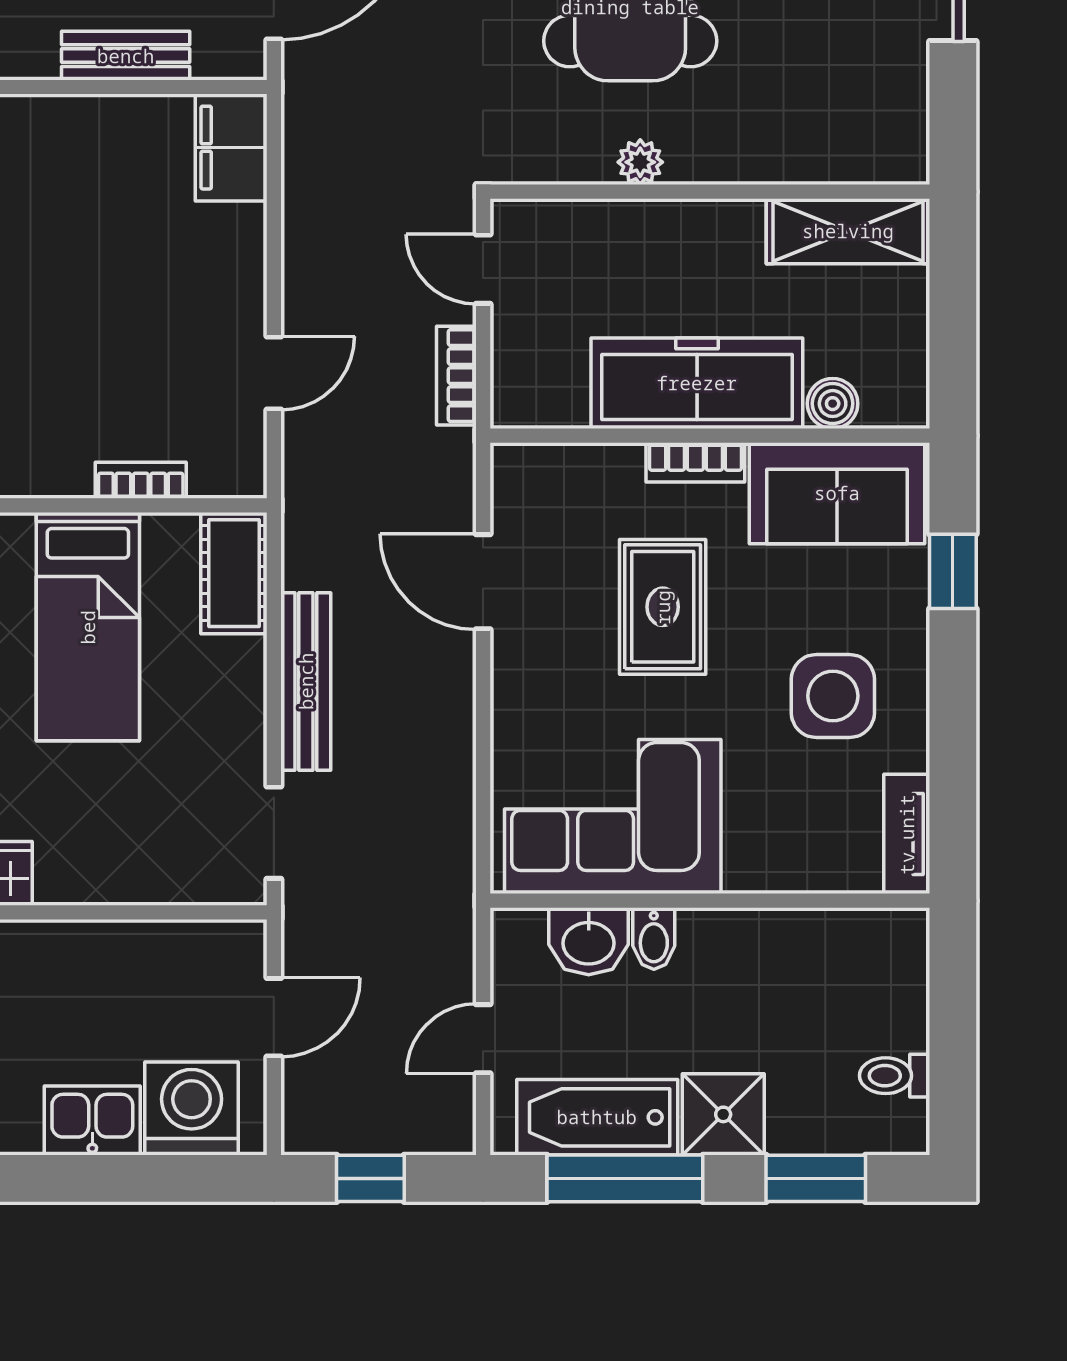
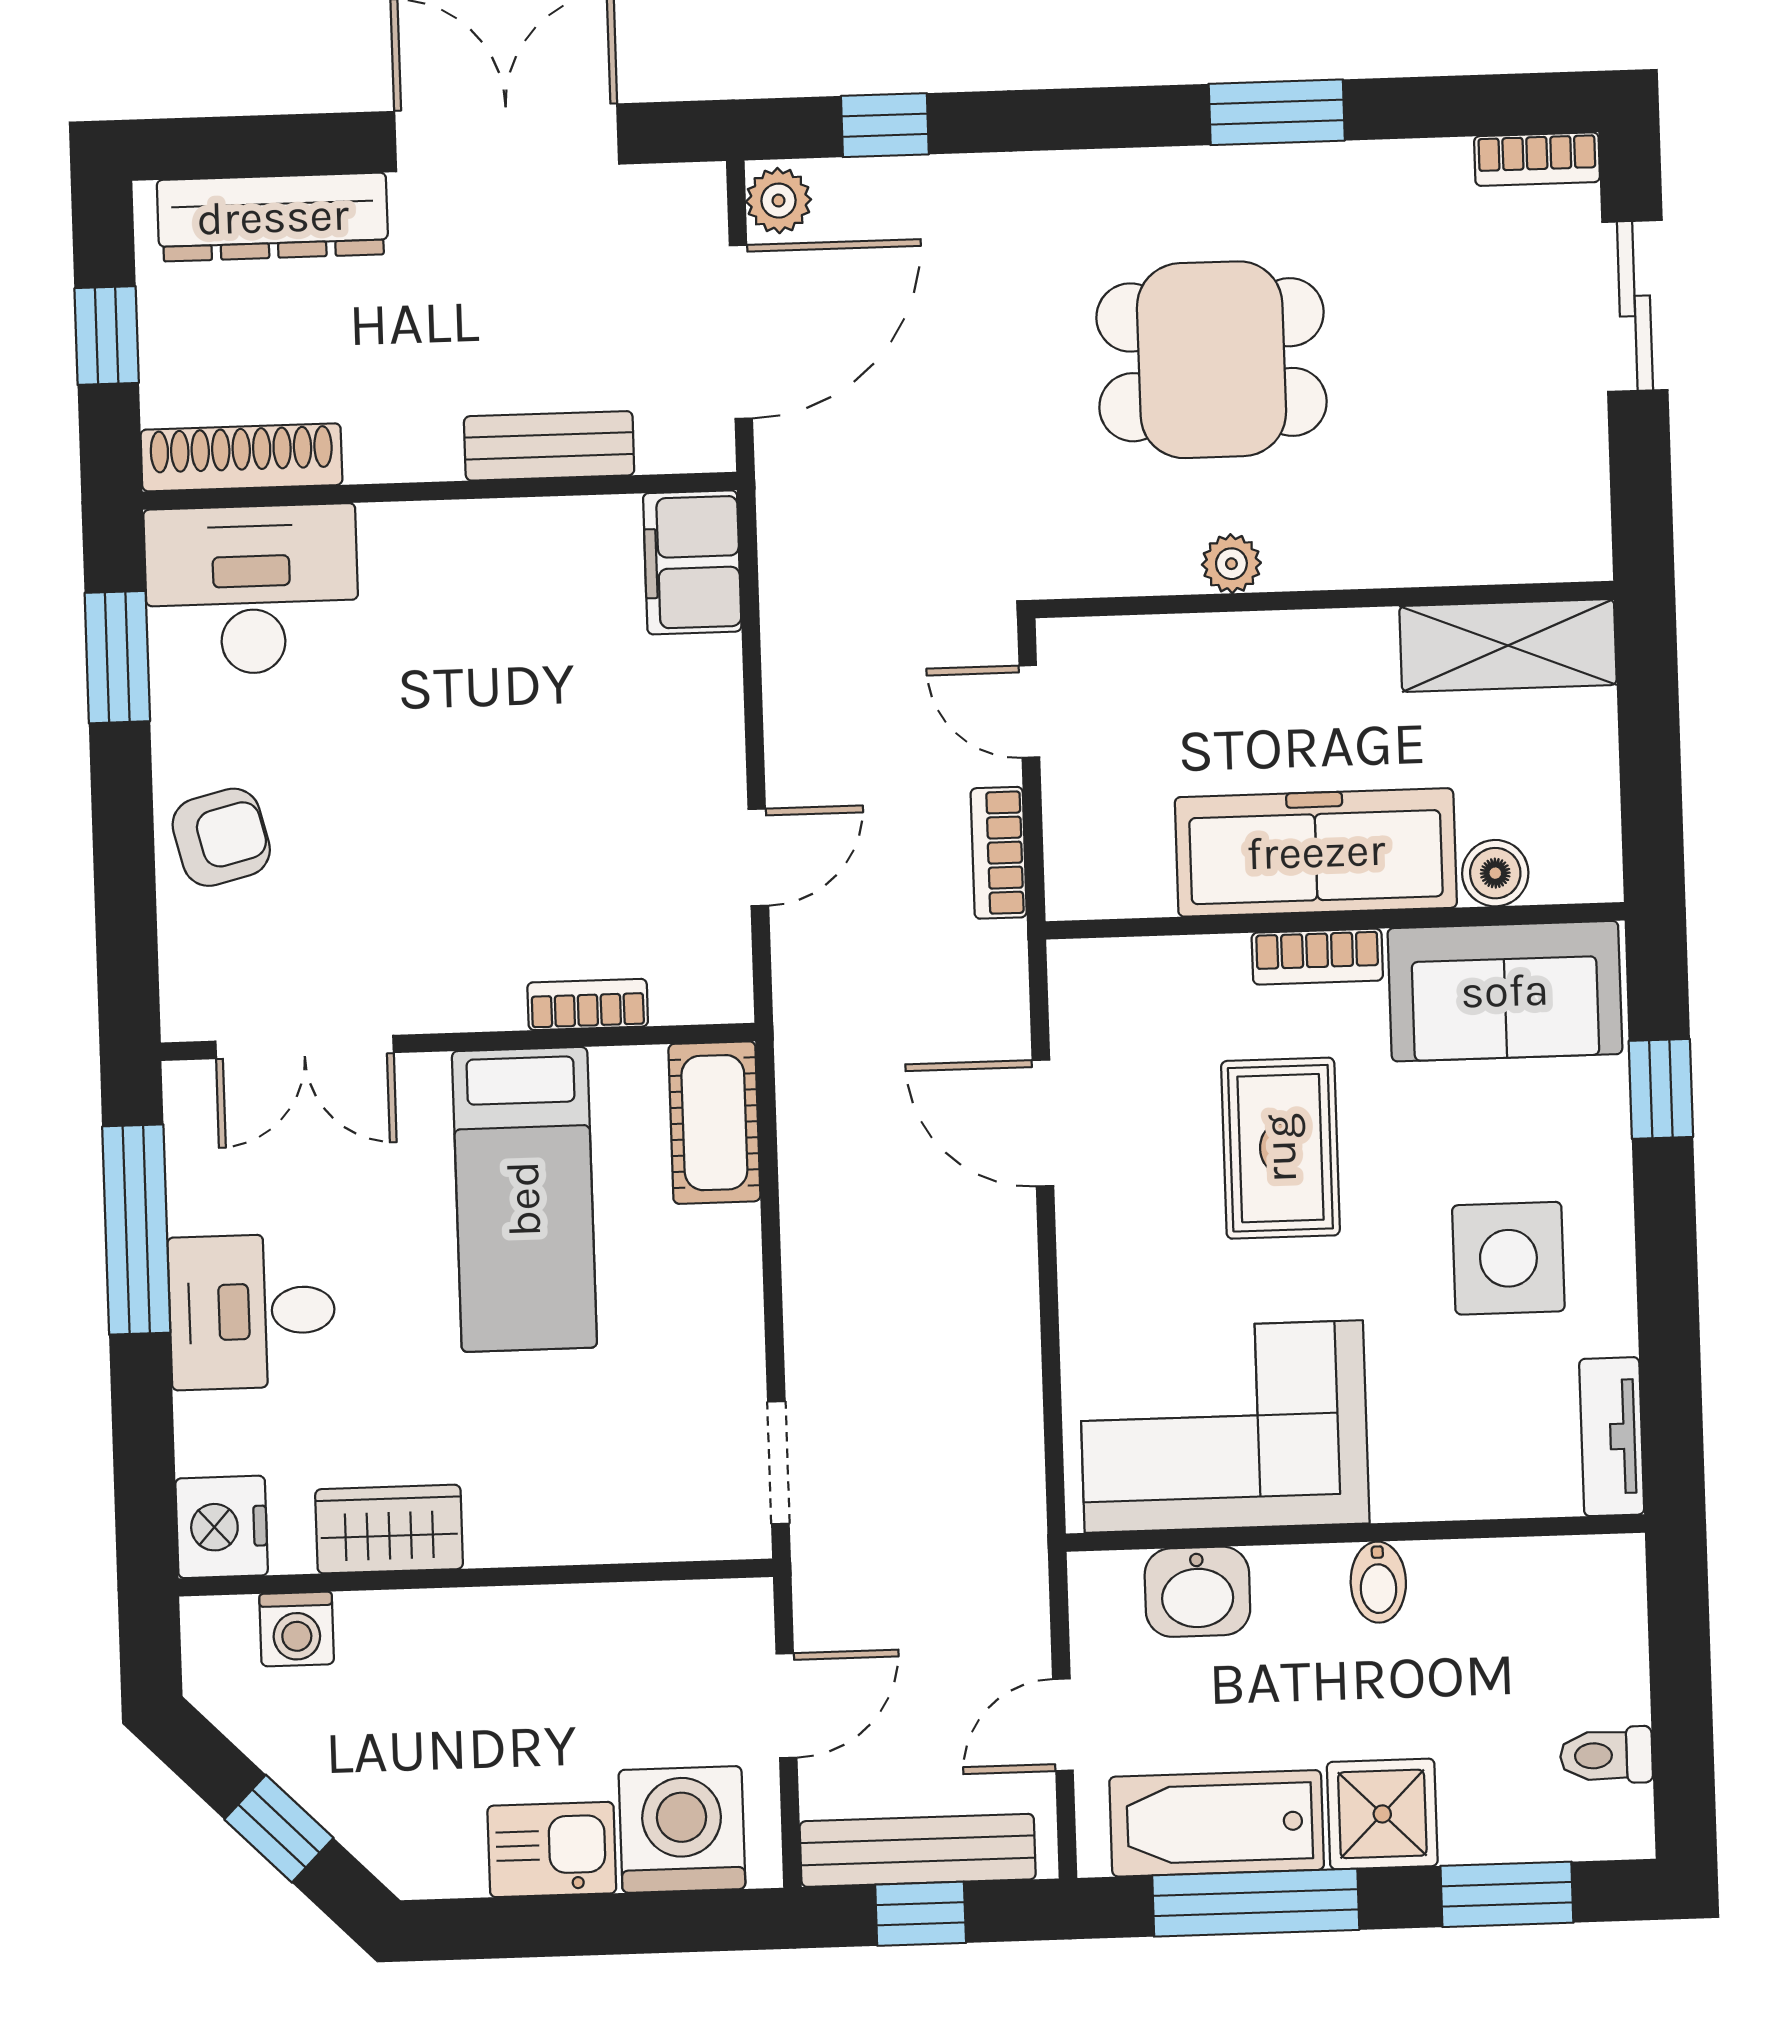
bench: (306, 681) -> (918, 1850), moved, turned 90
bidet: (654, 938) -> (1378, 1582), moved

